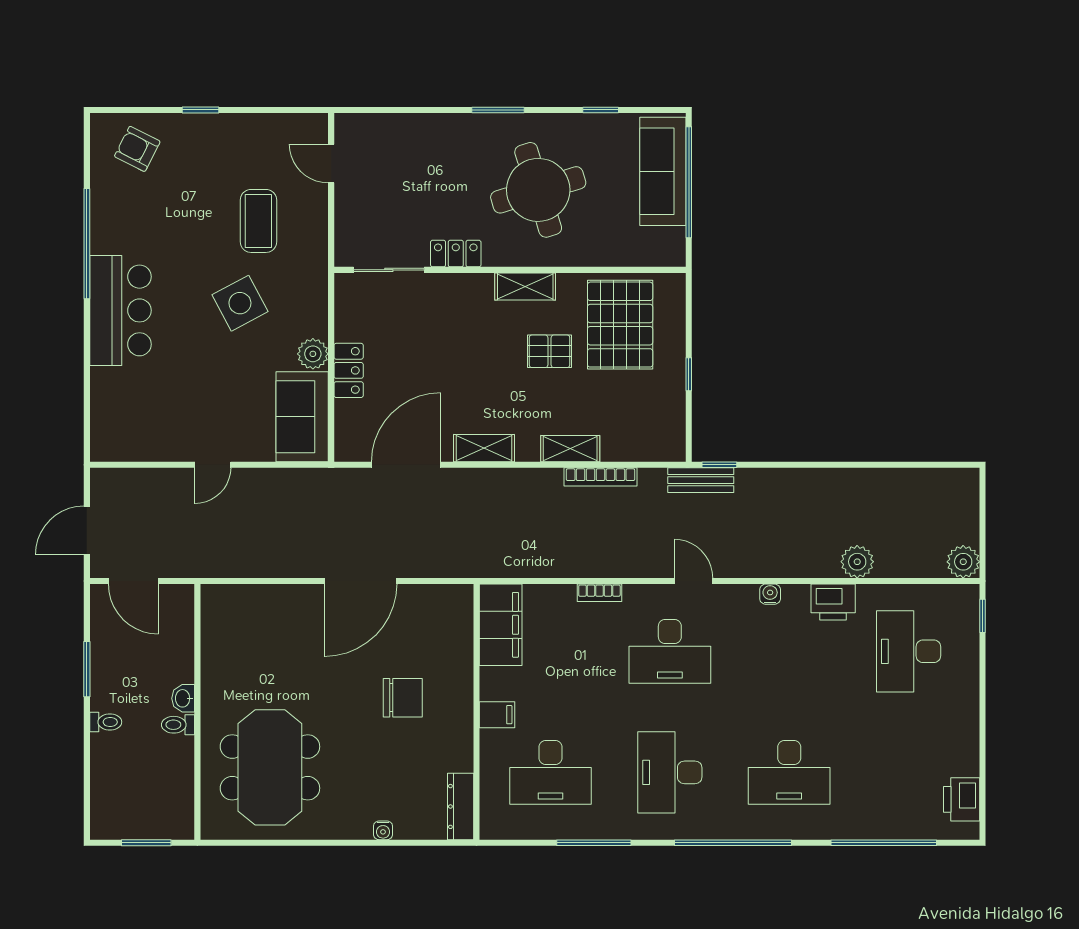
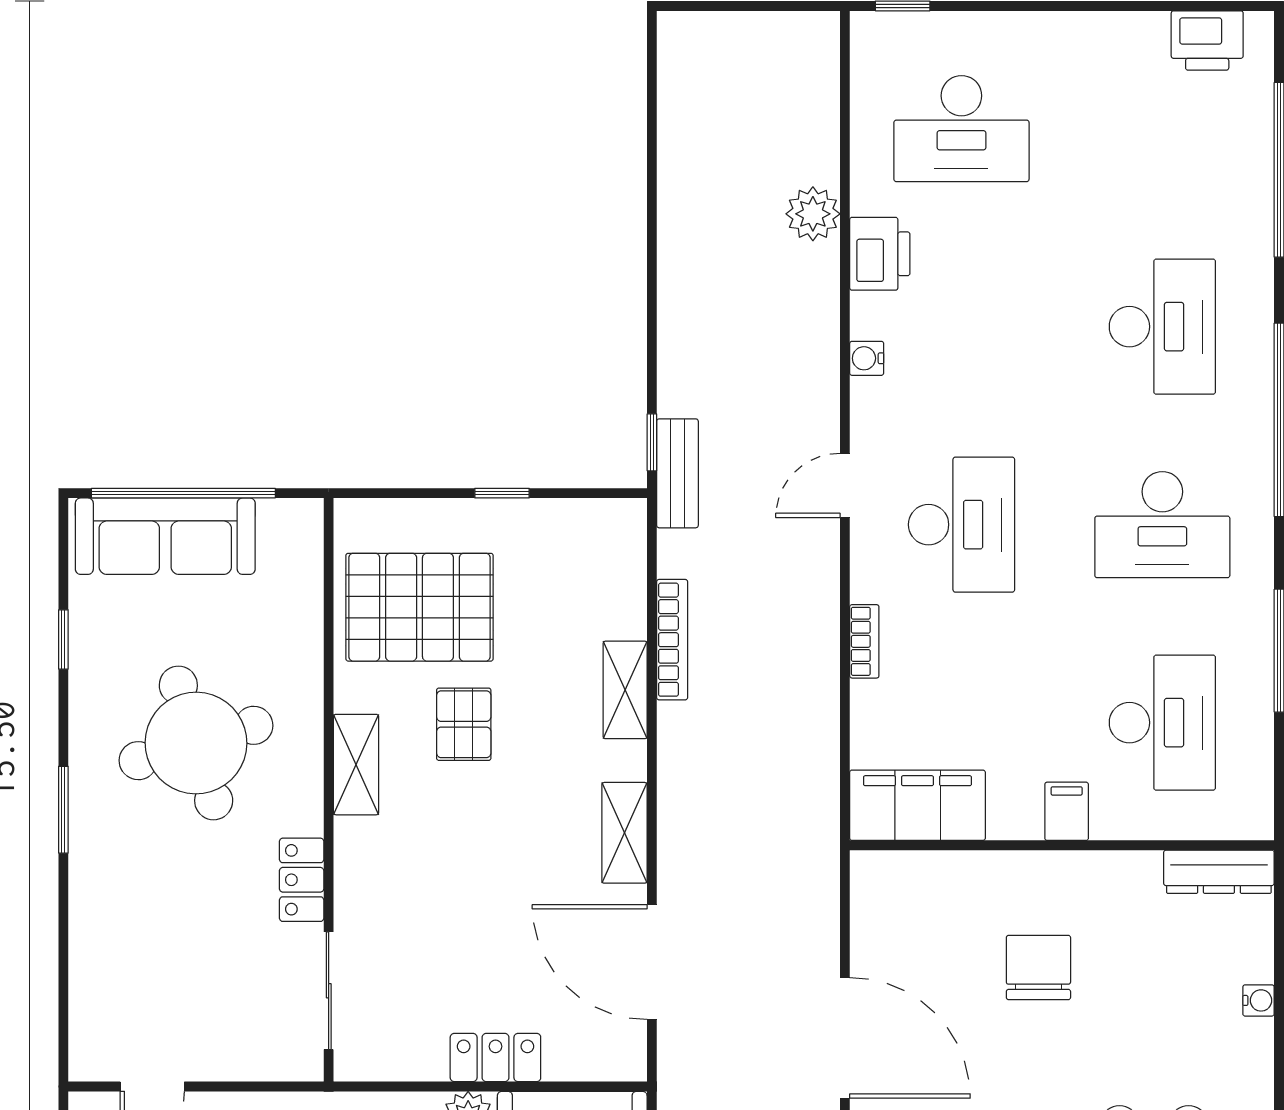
plant: (963, 562) -> (813, 38), removed

